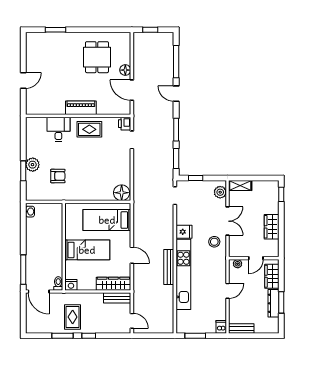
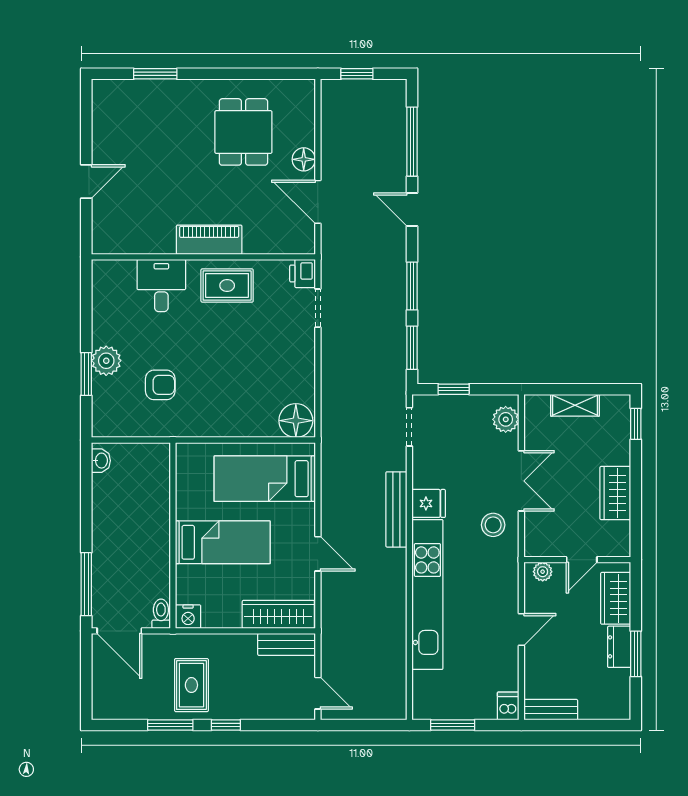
shelving: (240, 186) -> (575, 405), moved
bench: (169, 267) -> (396, 509), moved
dresser: (273, 303) -> (619, 647), width x0.70

